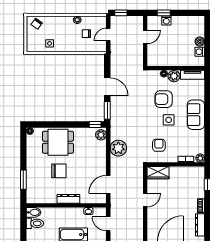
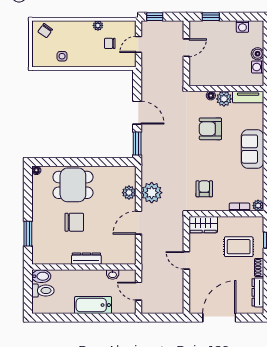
washing machine: (166, 21) -> (242, 26), moved
side table: (169, 120) -> (217, 156), removed
window: (95, 124) -> (121, 162), removed
plant: (101, 135) -> (129, 193), moved
door: (108, 184) -> (138, 223), moved
rug: (185, 190) -> (239, 247), added
door: (145, 200) -> (186, 260), swing flipped

